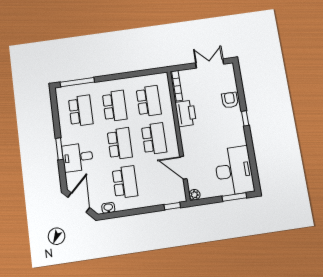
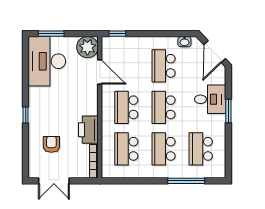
window: (77, 82) -> (186, 181), moved
armchair: (230, 100) -> (51, 144), moved, turned 180
plant: (194, 195) -> (87, 47), width x1.88, depth x1.88

